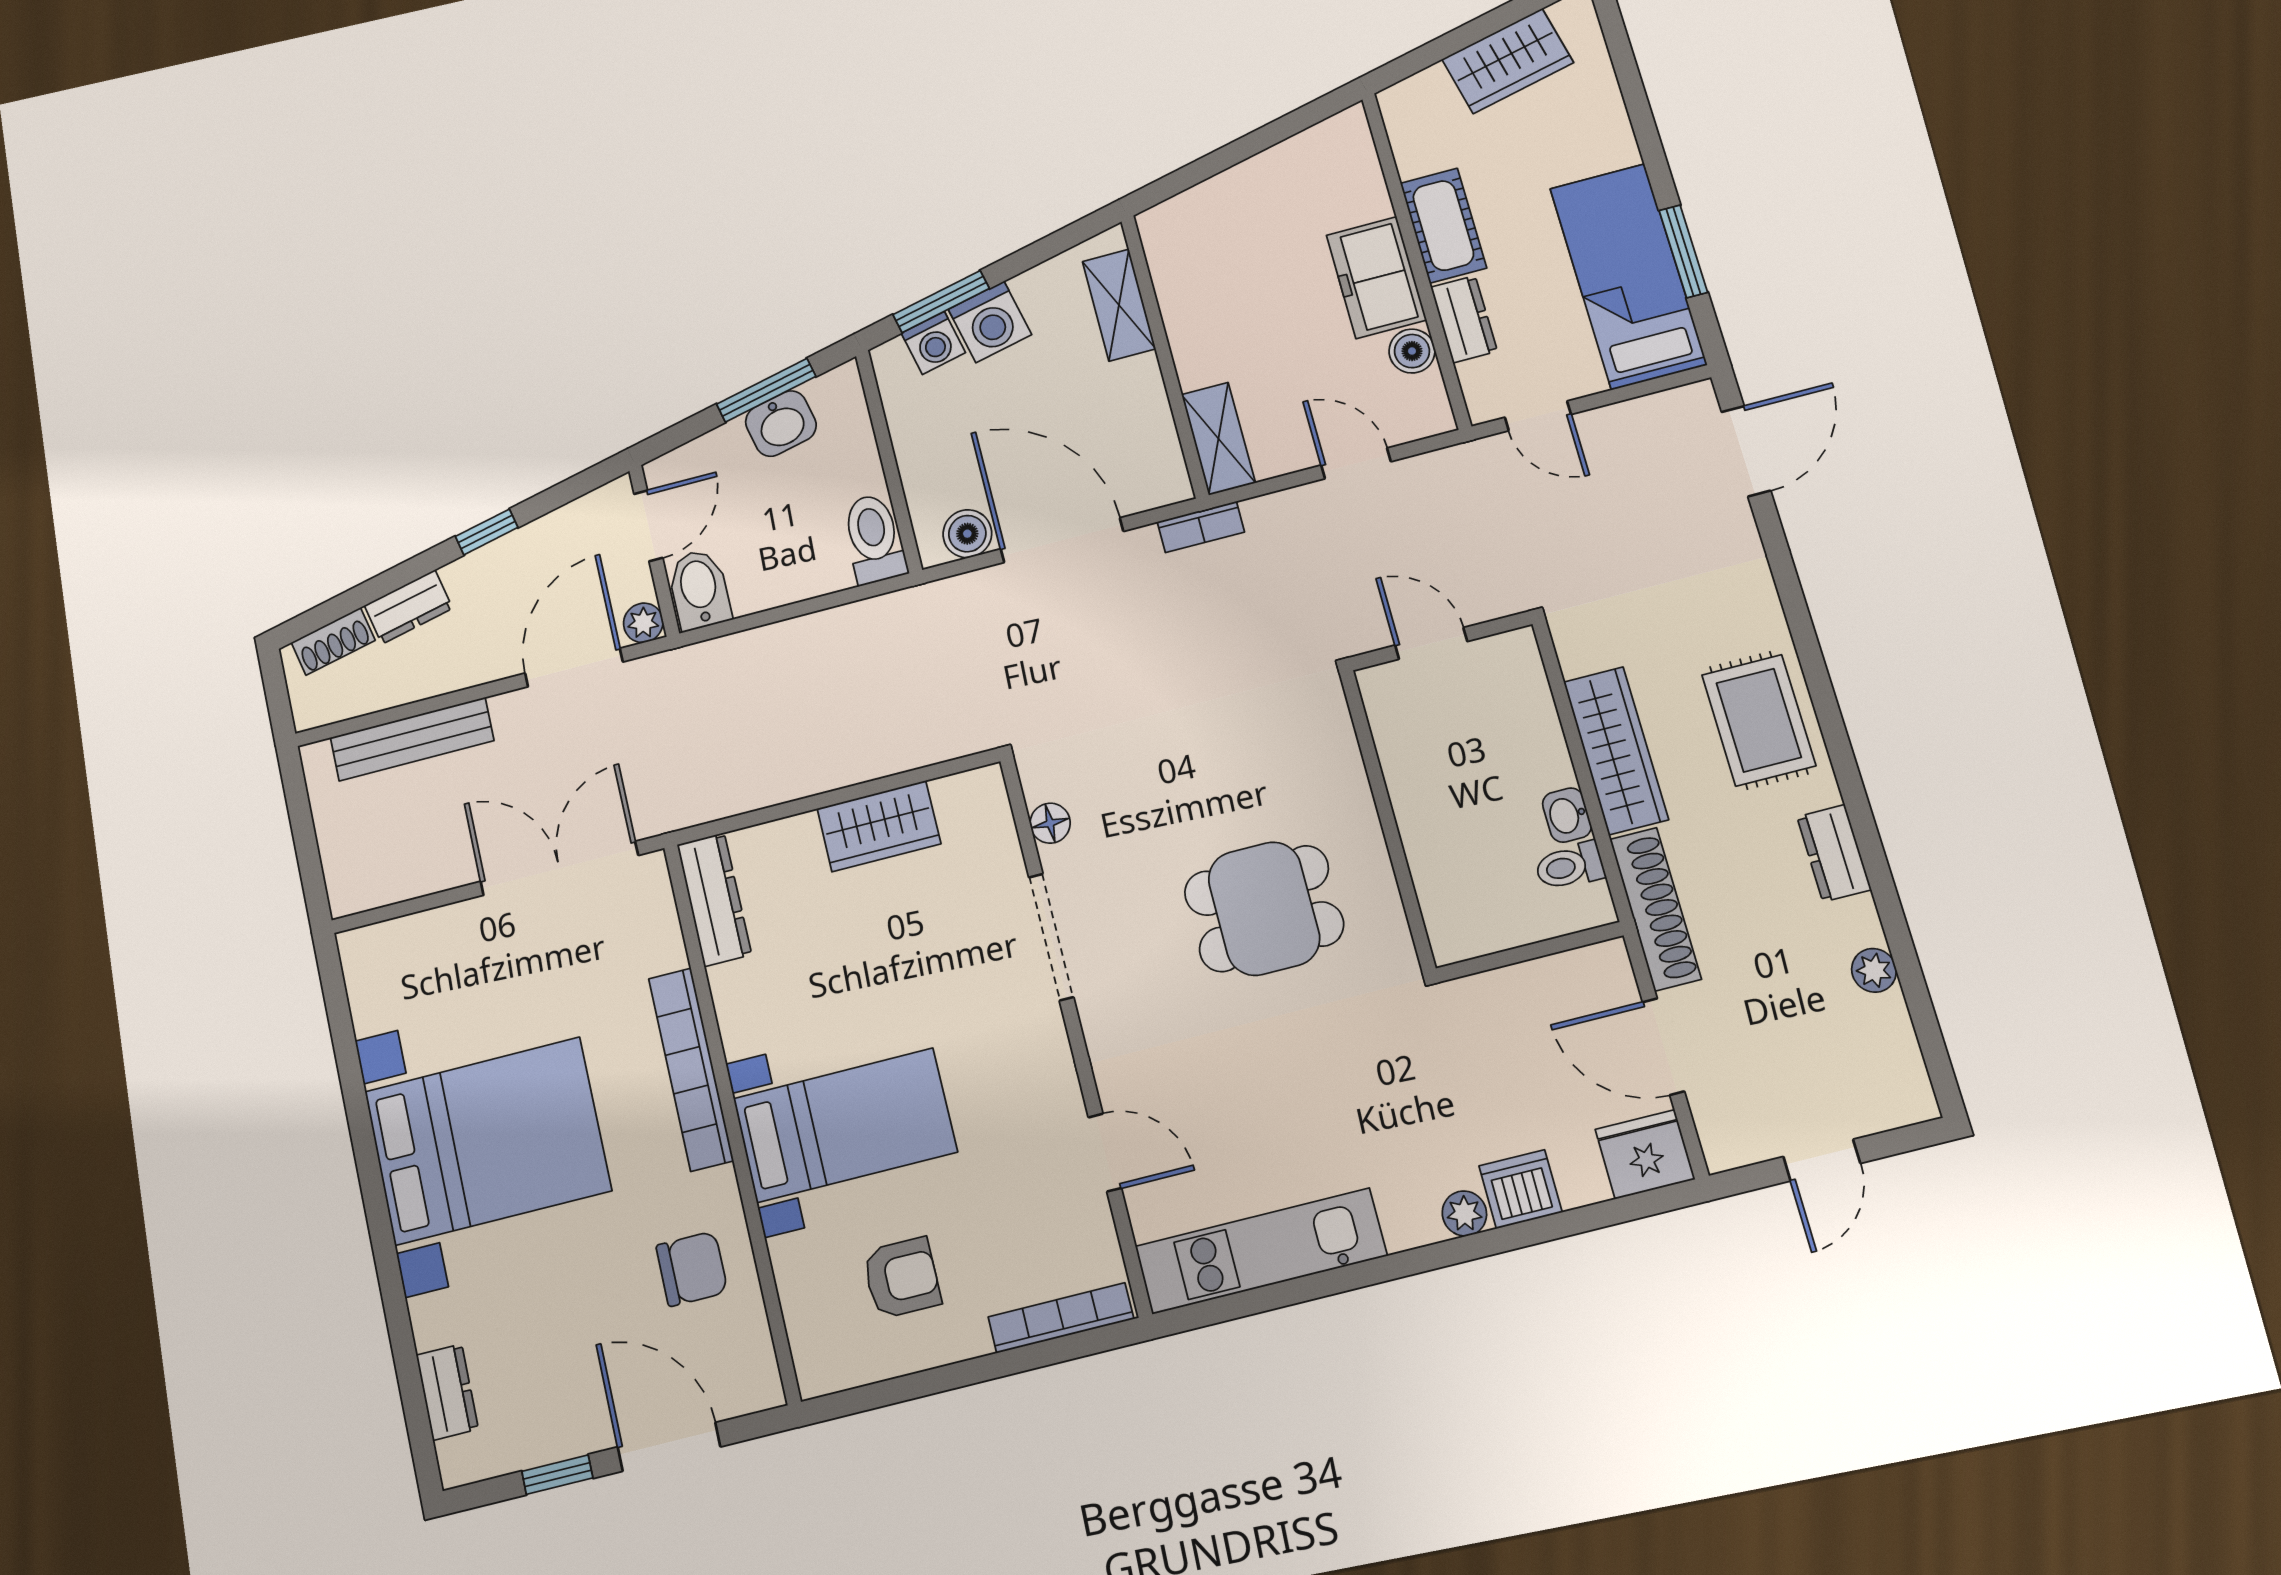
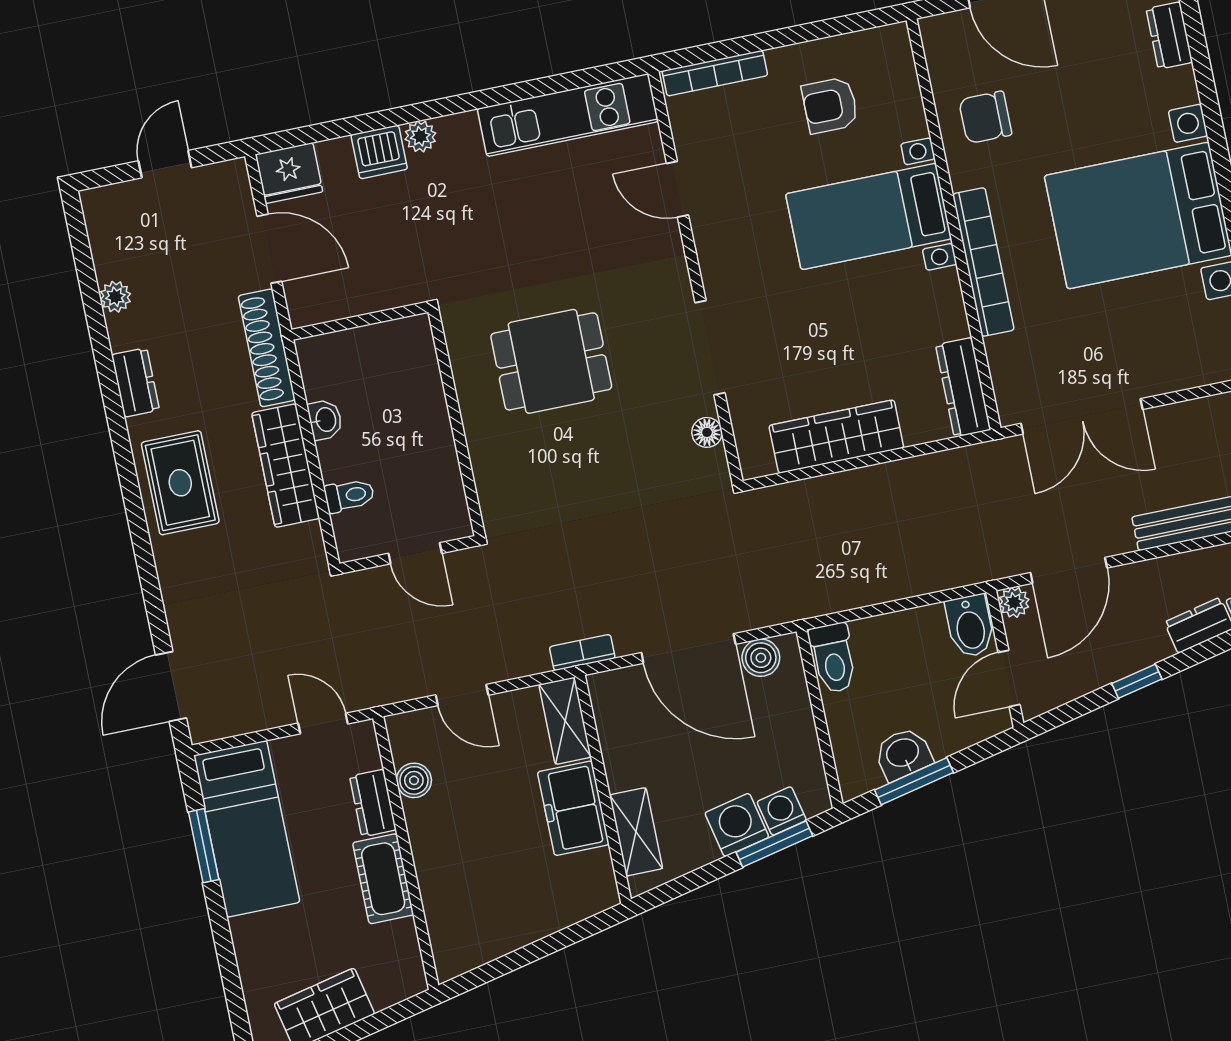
freezer: (1376, 278) -> (573, 808), moved, turned 180
wardrobe: (879, 826) -> (836, 437), width x1.50
toilet: (1570, 866) -> (349, 495), moved

